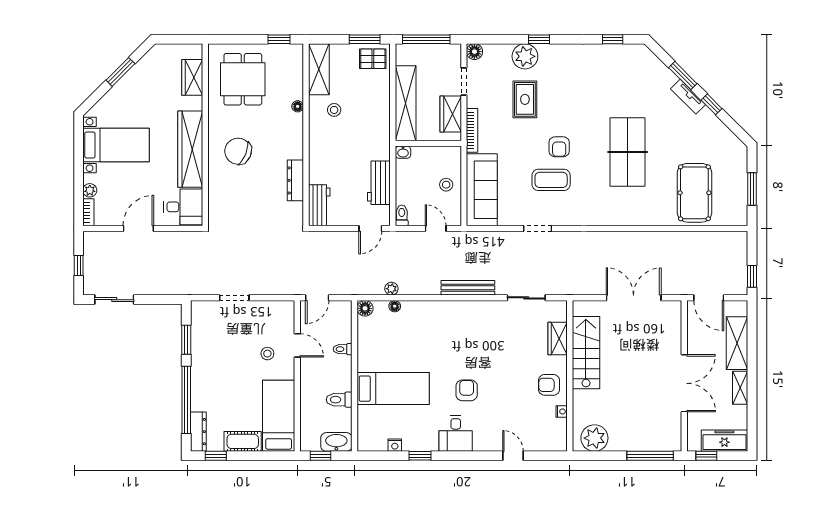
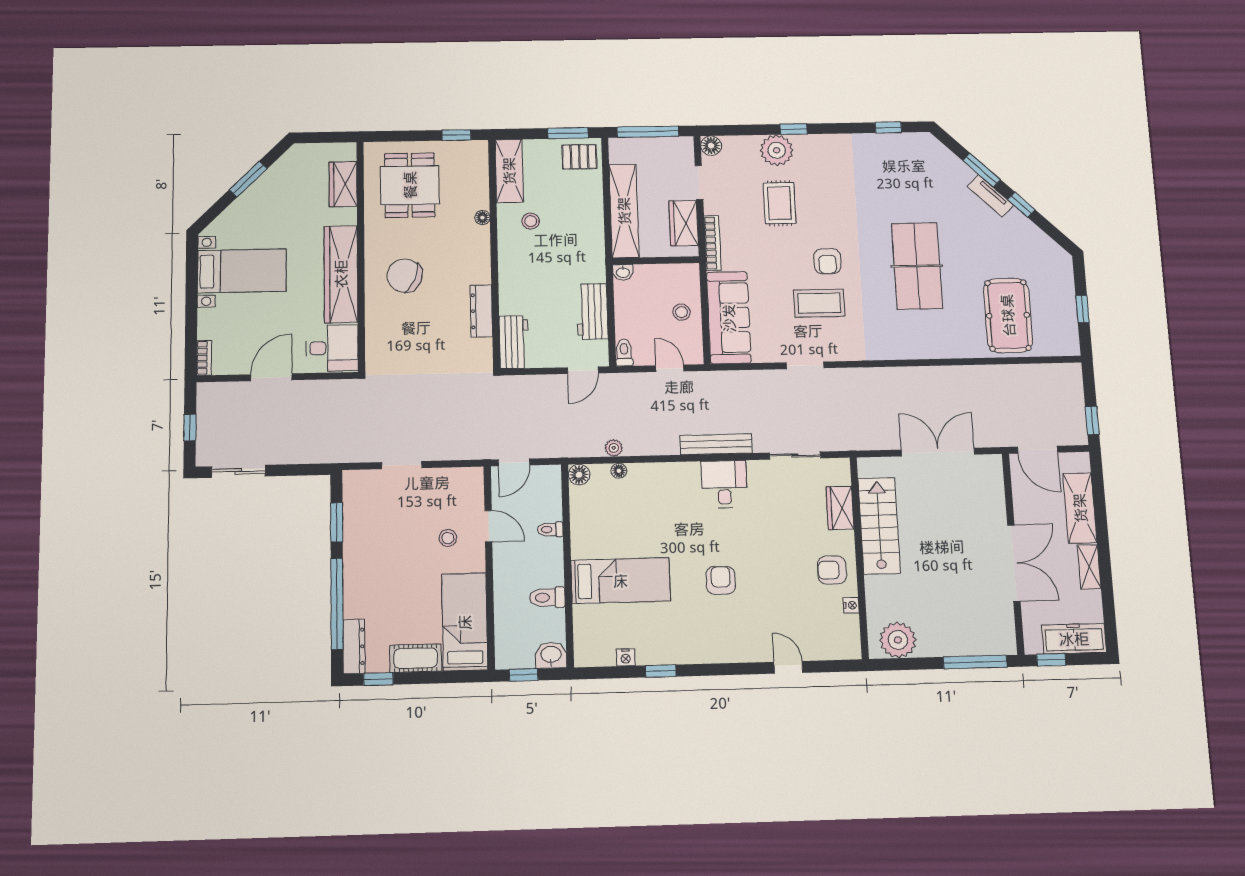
window: (752, 189) -> (1082, 309), width x0.67
plant: (90, 190) -> (206, 330), removed
desk: (456, 434) -> (724, 484), moved, turned 180
washbasin: (336, 442) -> (551, 655), width x0.72

